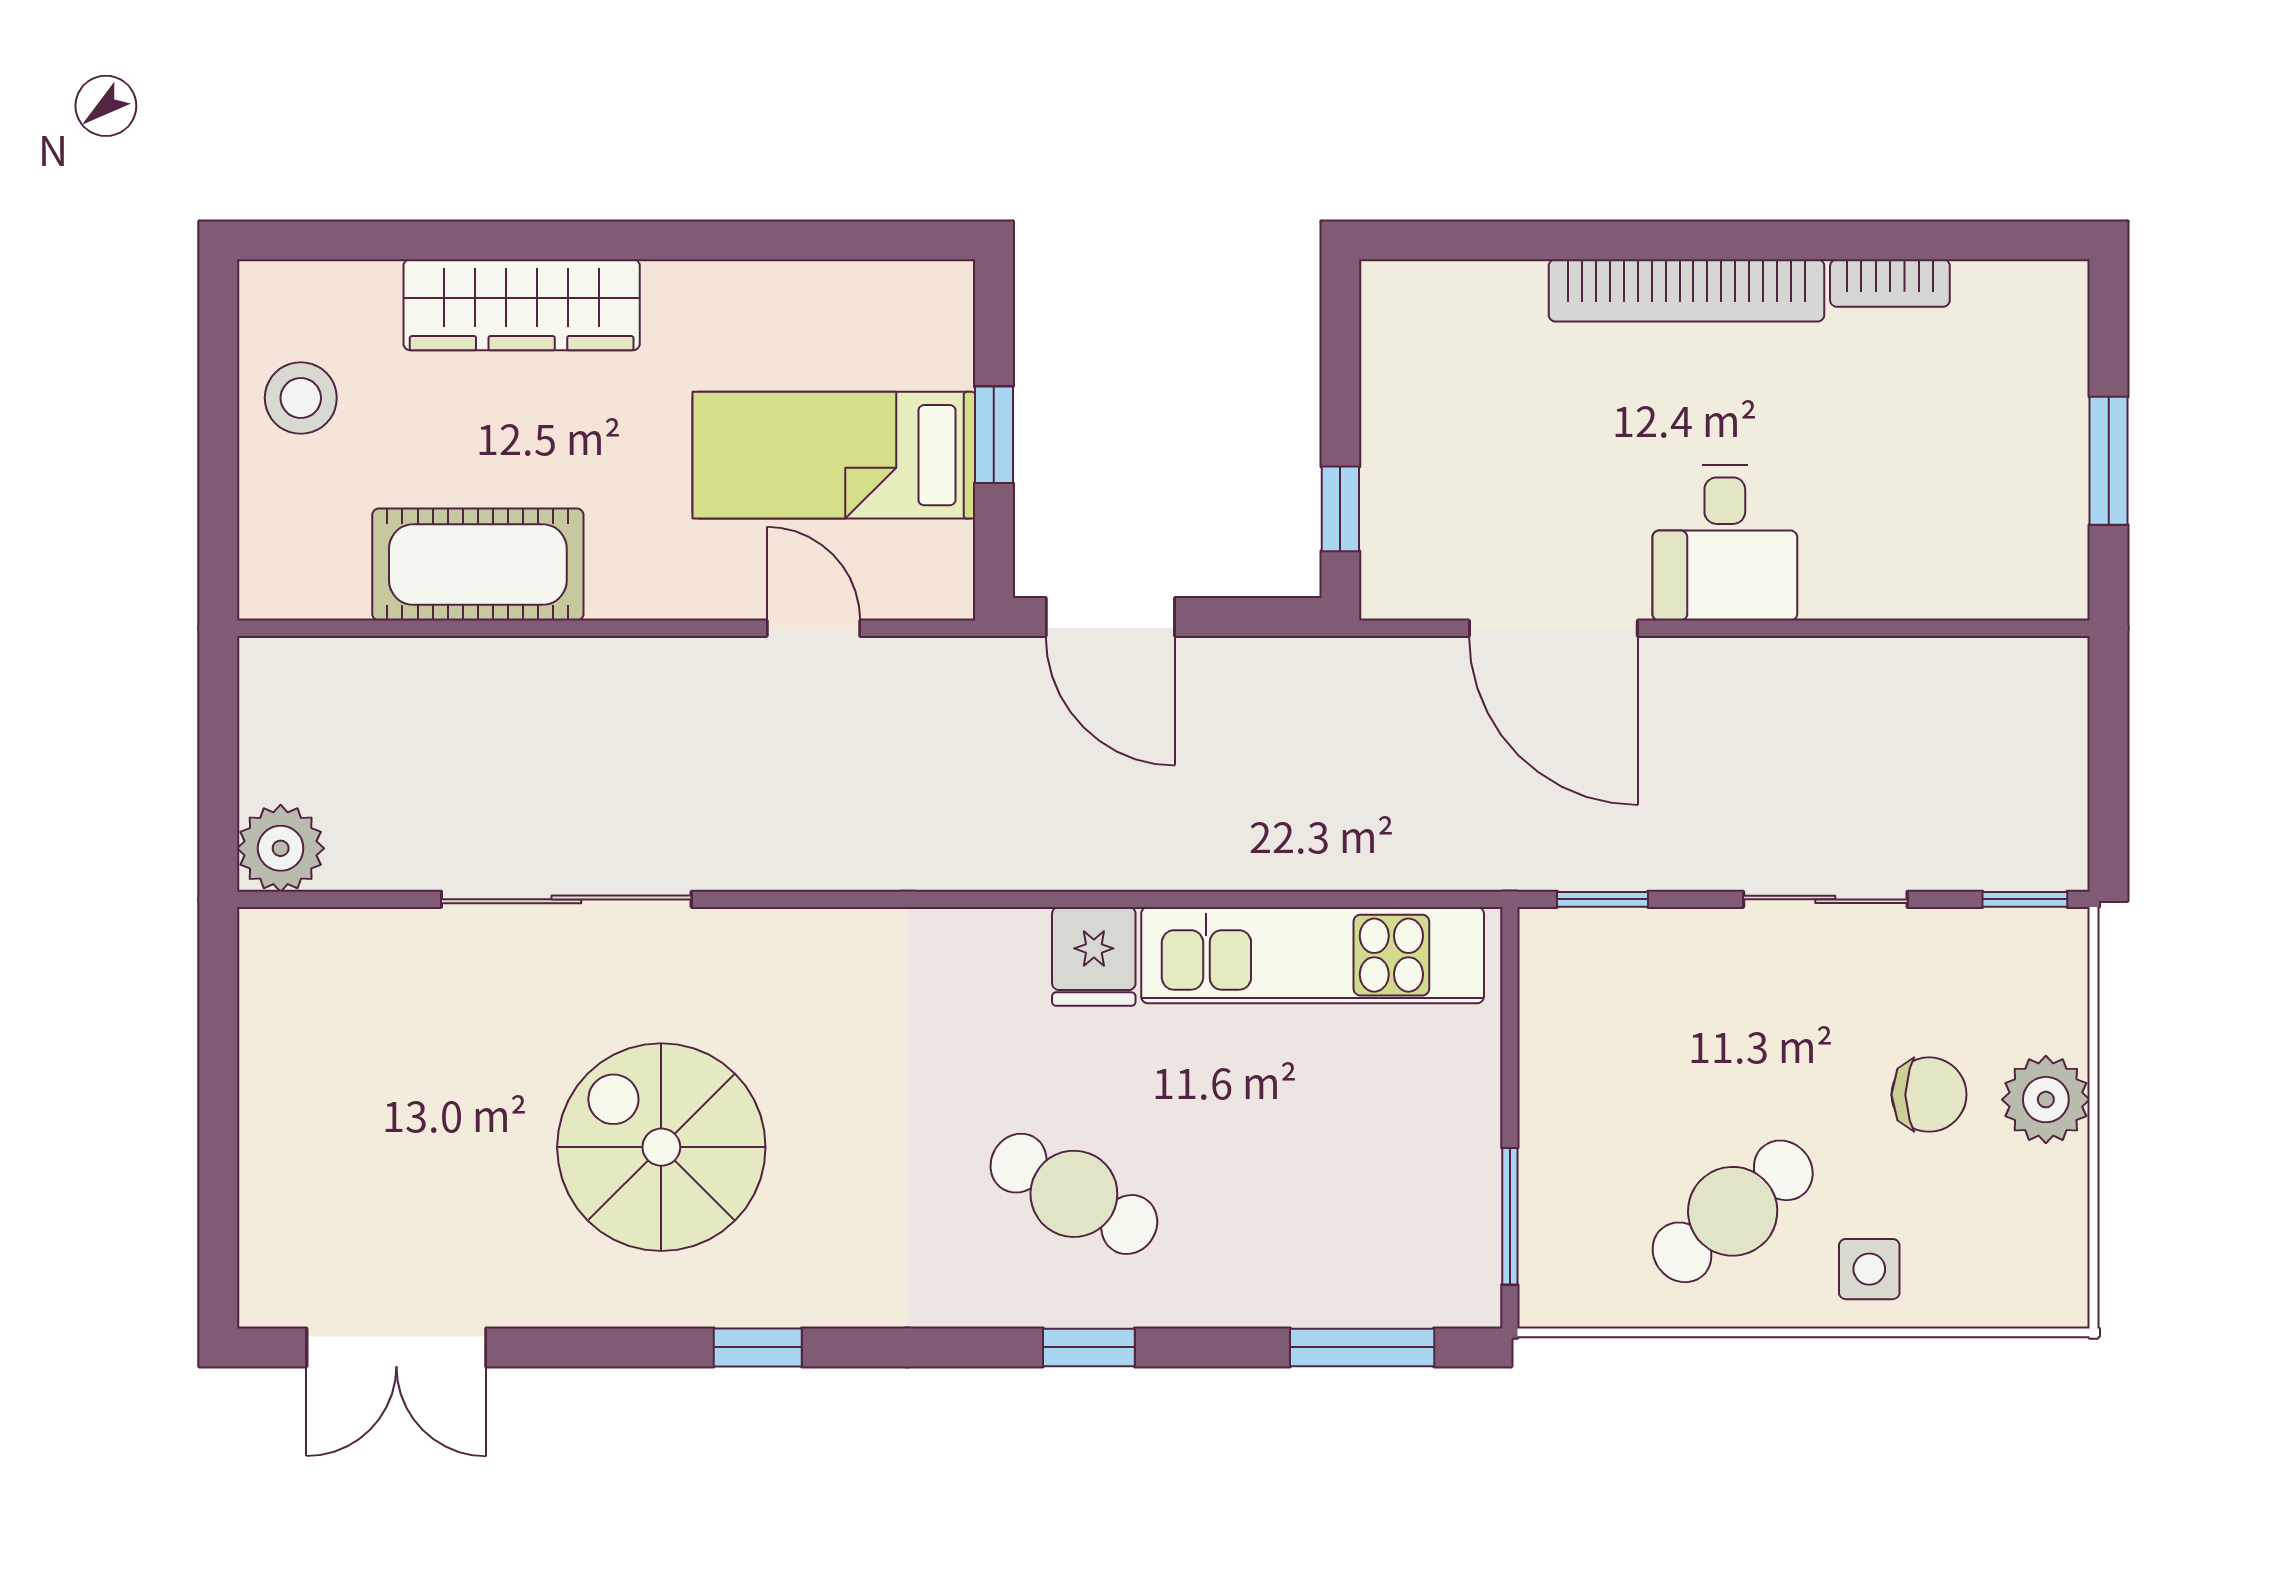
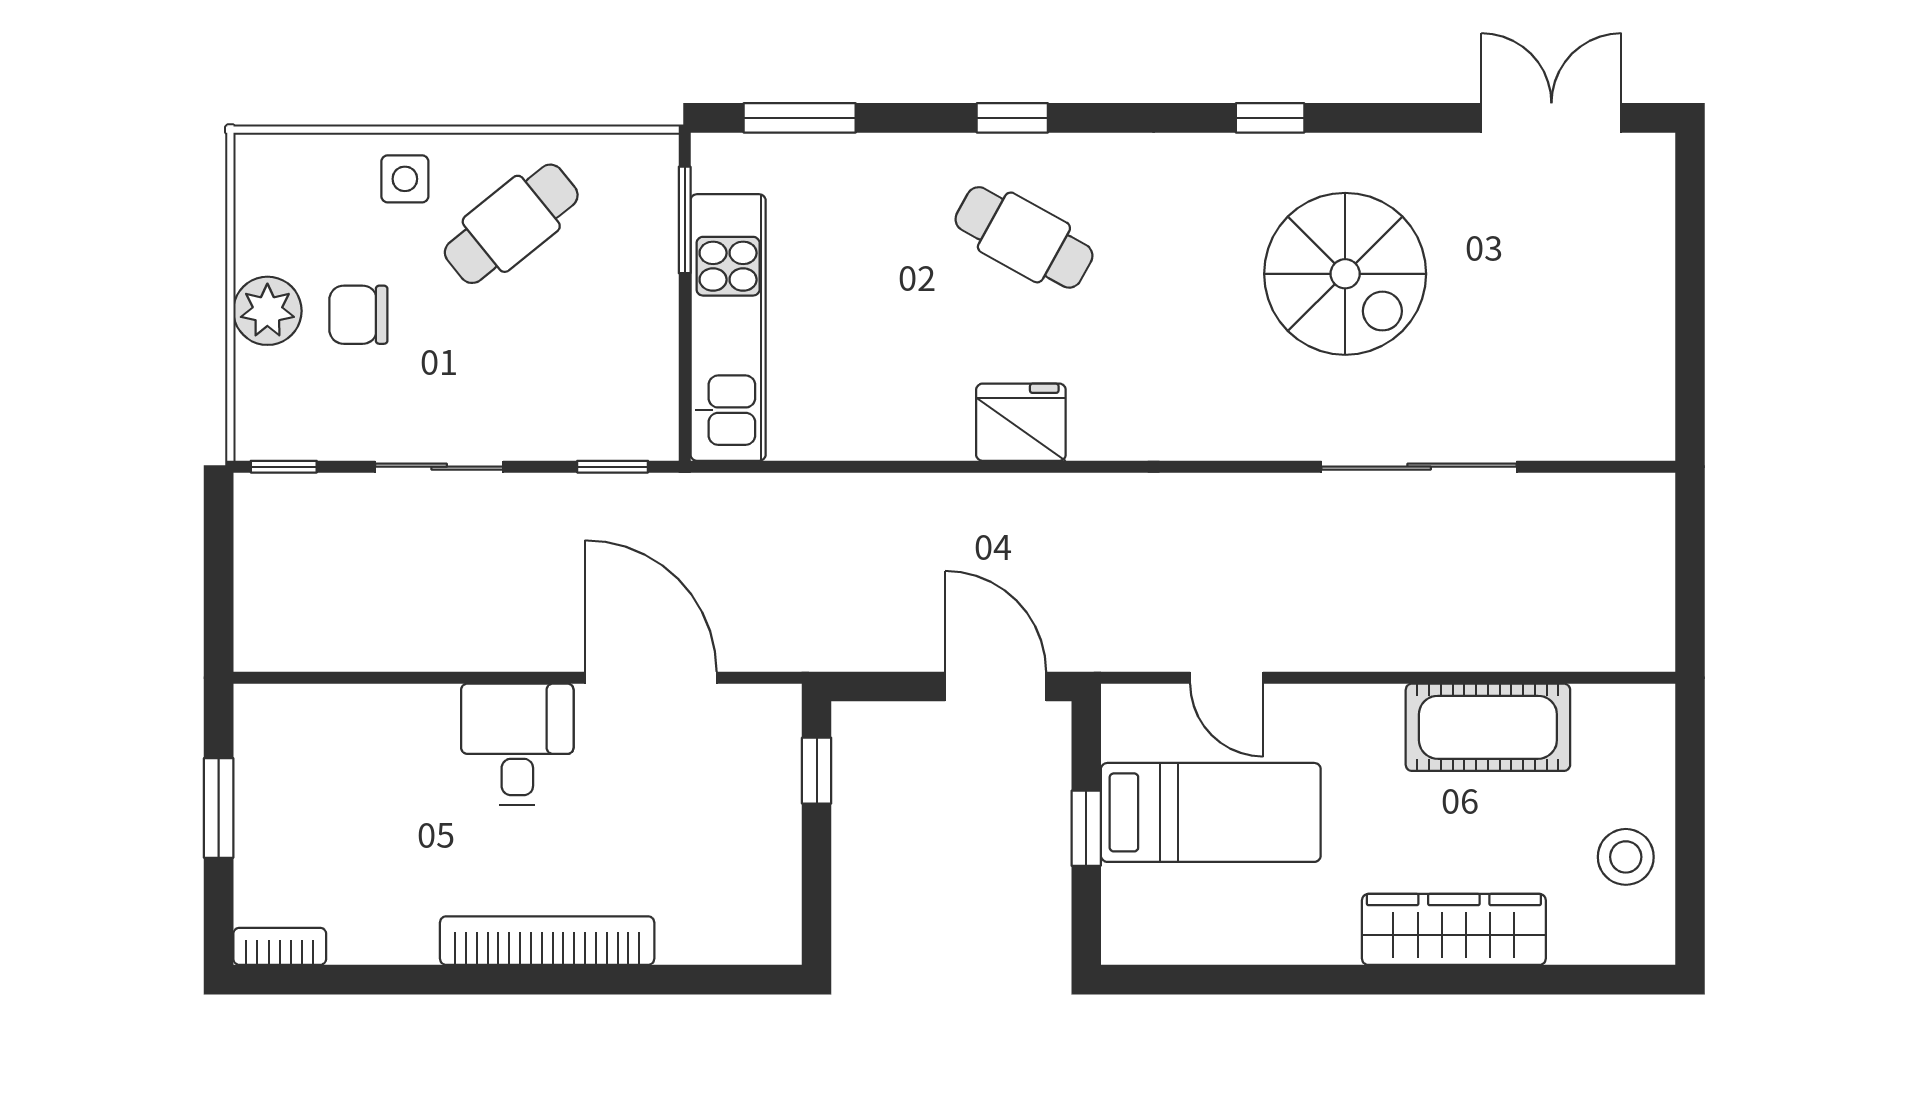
bookcase: (1890, 283) -> (280, 946), moved
plant: (281, 848) -> (1641, 506), removed
kitchen unit: (1313, 955) -> (728, 328), moved, turned 90
fridge: (1094, 956) -> (1021, 422), width x1.38

